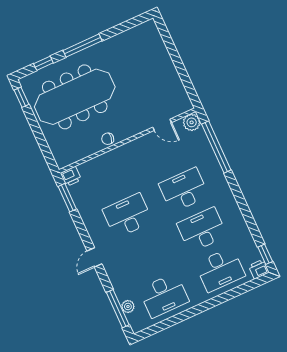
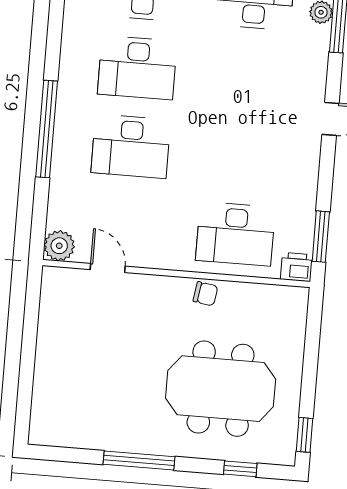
window: (82, 46) -> (139, 461), moved
meeting table: (75, 97) -> (221, 389), width x0.73
window: (216, 147) -> (47, 129), moved
desk: (128, 216) -> (235, 234), moved

